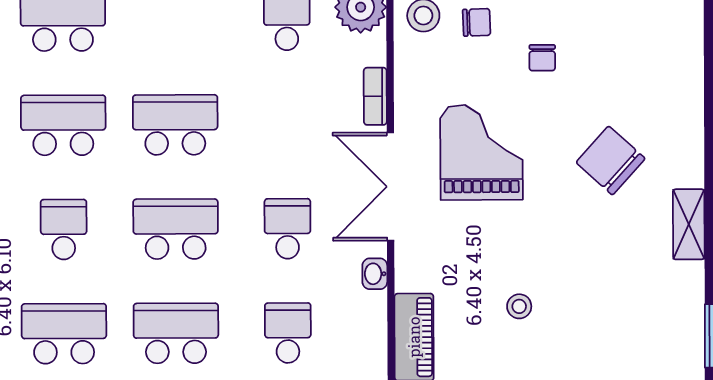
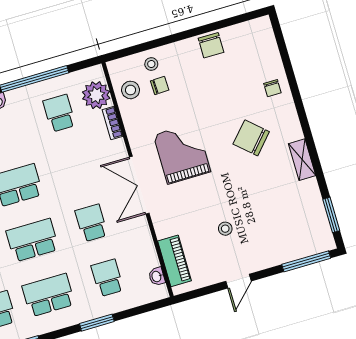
chair: (542, 58) -> (272, 88), moved
bookcase: (375, 96) -> (113, 123), moved
washbasin: (375, 274) -> (157, 276), moved

